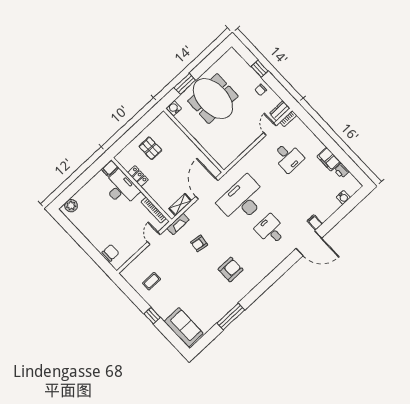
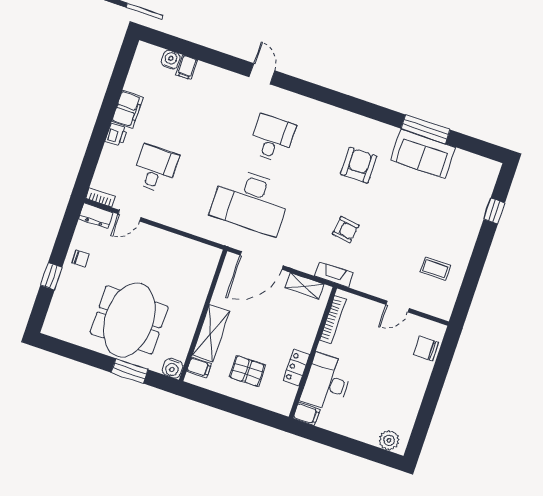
filing cabinet: (167, 123) -> (199, 367), added
shelving: (182, 139) -> (211, 333), added
pallet: (150, 148) -> (247, 371), turned 90
printer: (342, 171) -> (116, 135), moved
filing cabinet: (315, 222) -> (187, 67), moved
desk: (271, 230) -> (272, 138), turned 180
door: (154, 238) -> (398, 306), moved
door: (309, 243) -> (262, 74), width x0.53
armchair: (231, 269) -> (359, 165), turned 90
window: (152, 316) -> (494, 211), moved
sofa: (184, 327) -> (423, 154), moved, turned -90

